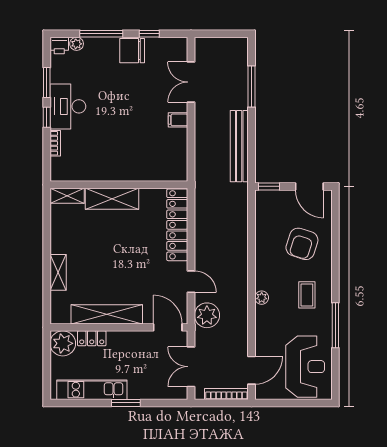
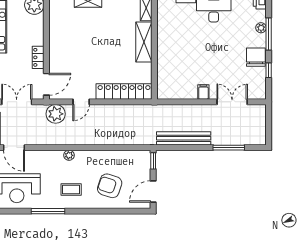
plant: (77, 44) -> (261, 28), moved
shelving: (107, 314) -> (56, 38), removed
locker: (92, 338) -> (38, 57), moved

